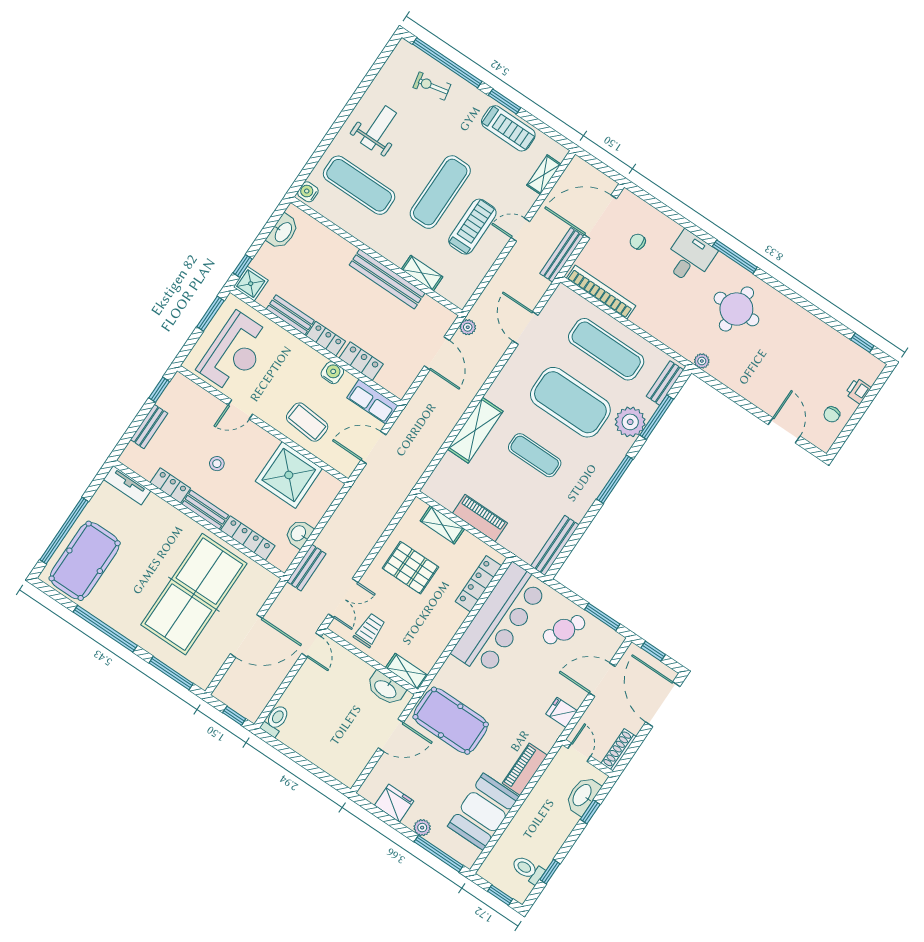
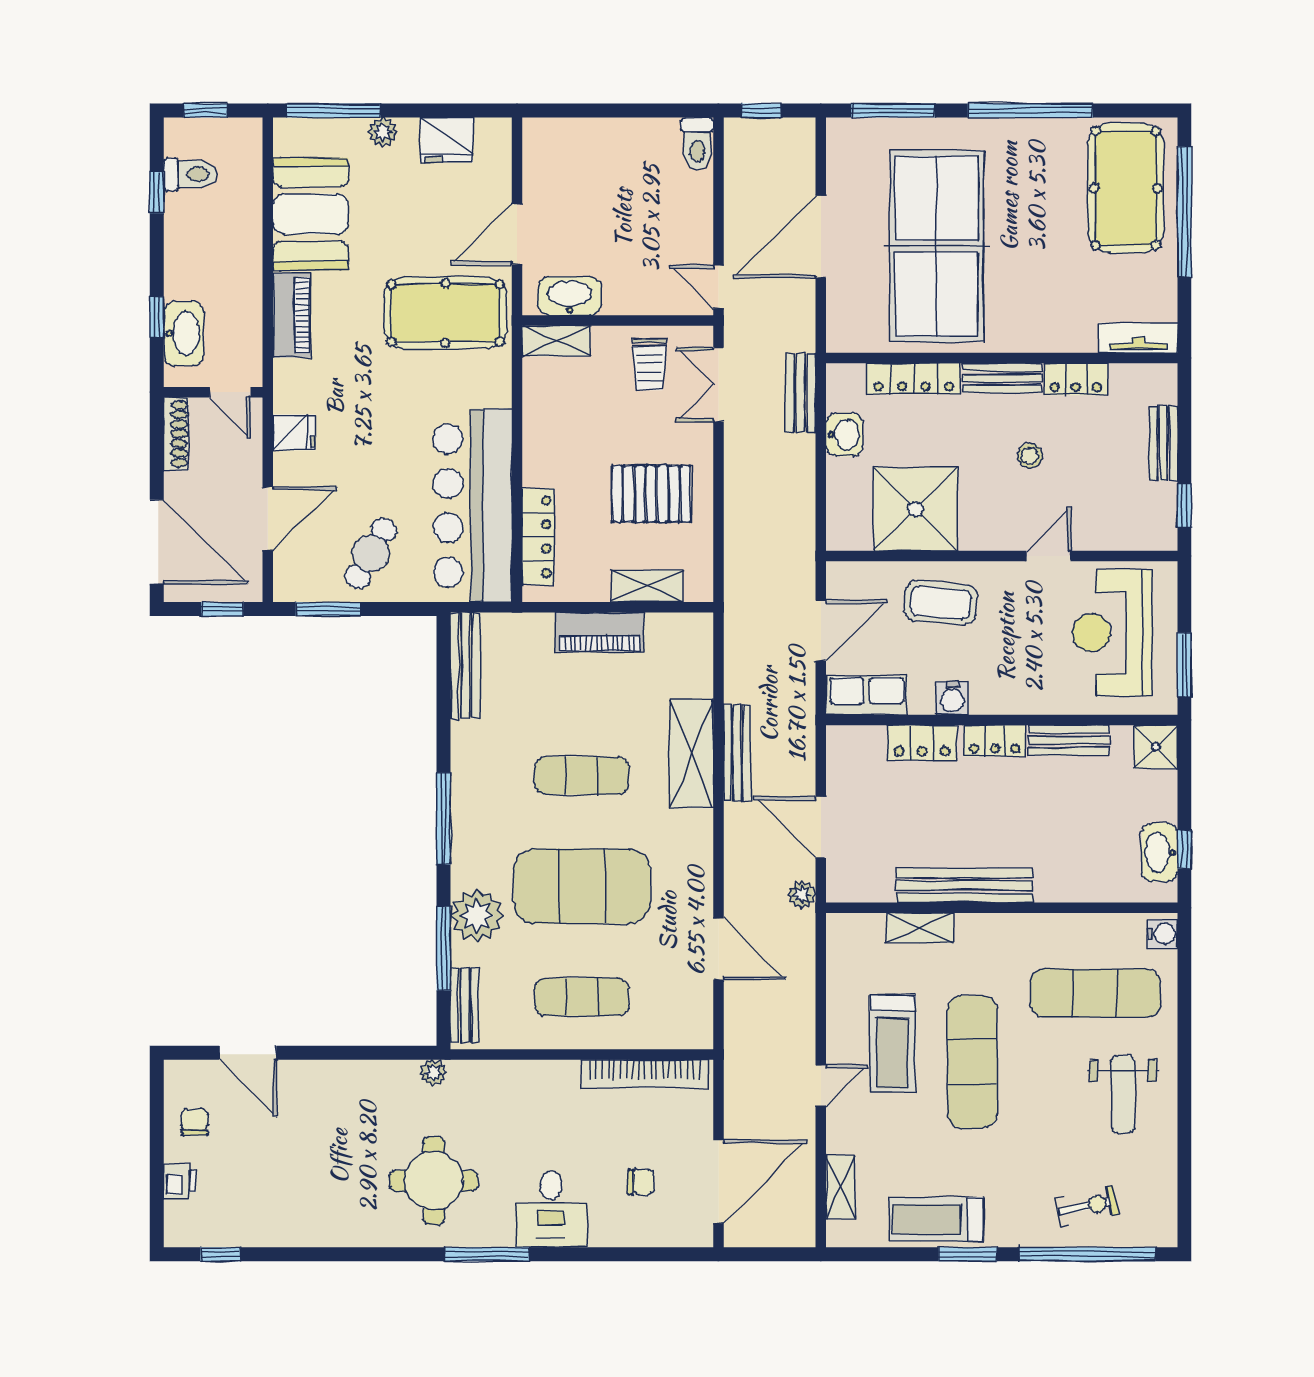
bench: (562, 255) -> (737, 753), moved
window: (243, 266) -> (1184, 849), moved
exercise mat: (606, 349) -> (582, 997), width x0.73, depth x0.69

